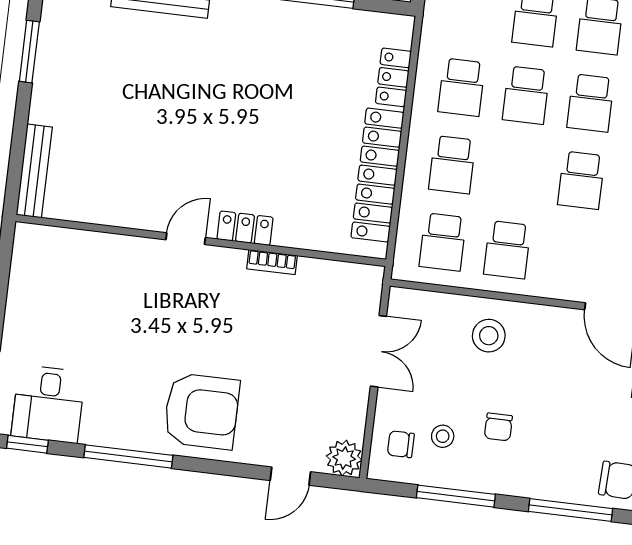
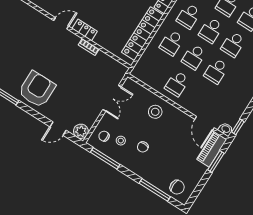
school desk: (443, 242) -> (194, 57), moved
armchair: (201, 411) -> (37, 89), turned -90
window: (456, 496) -> (105, 158), moved

